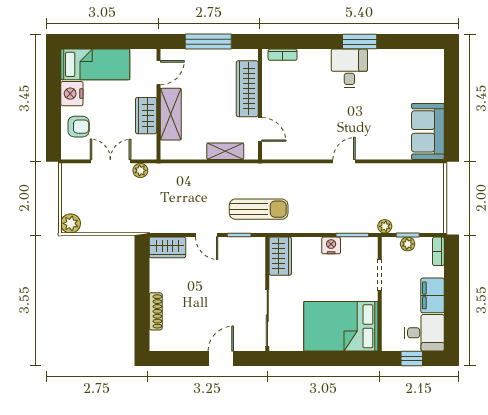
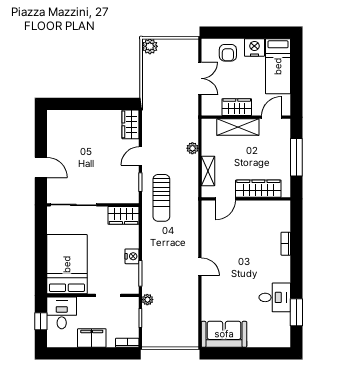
window: (360, 42) -> (296, 312), moved
bookcase: (283, 55) -> (286, 244), moved
desk: (349, 68) -> (275, 297), moved
door: (159, 73) -> (271, 117), swing flipped
plant: (140, 170) -> (192, 148), moved
plant: (408, 244) -> (133, 318), removed
shoe rack: (156, 311) -> (79, 115), removed
desk: (424, 333) -> (62, 313), moved, turned 180

